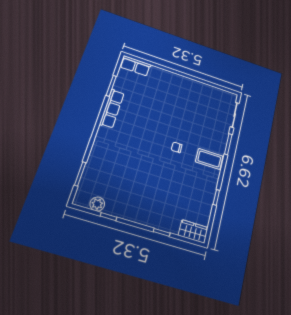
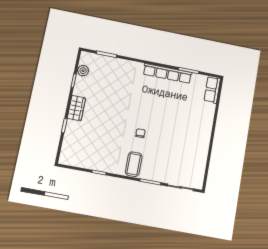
row of seats: (112, 109) -> (167, 73), width x1.36
wardrobe: (193, 231) -> (76, 108), moved

